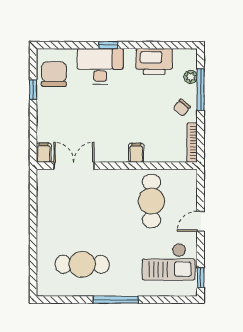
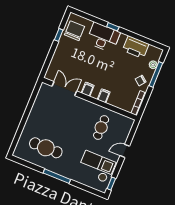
filing cabinet: (44, 153) -> (88, 89), moved
cafe table: (152, 201) -> (101, 127), width x0.73, depth x0.74
checkout: (169, 262) -> (97, 167), turned 180

